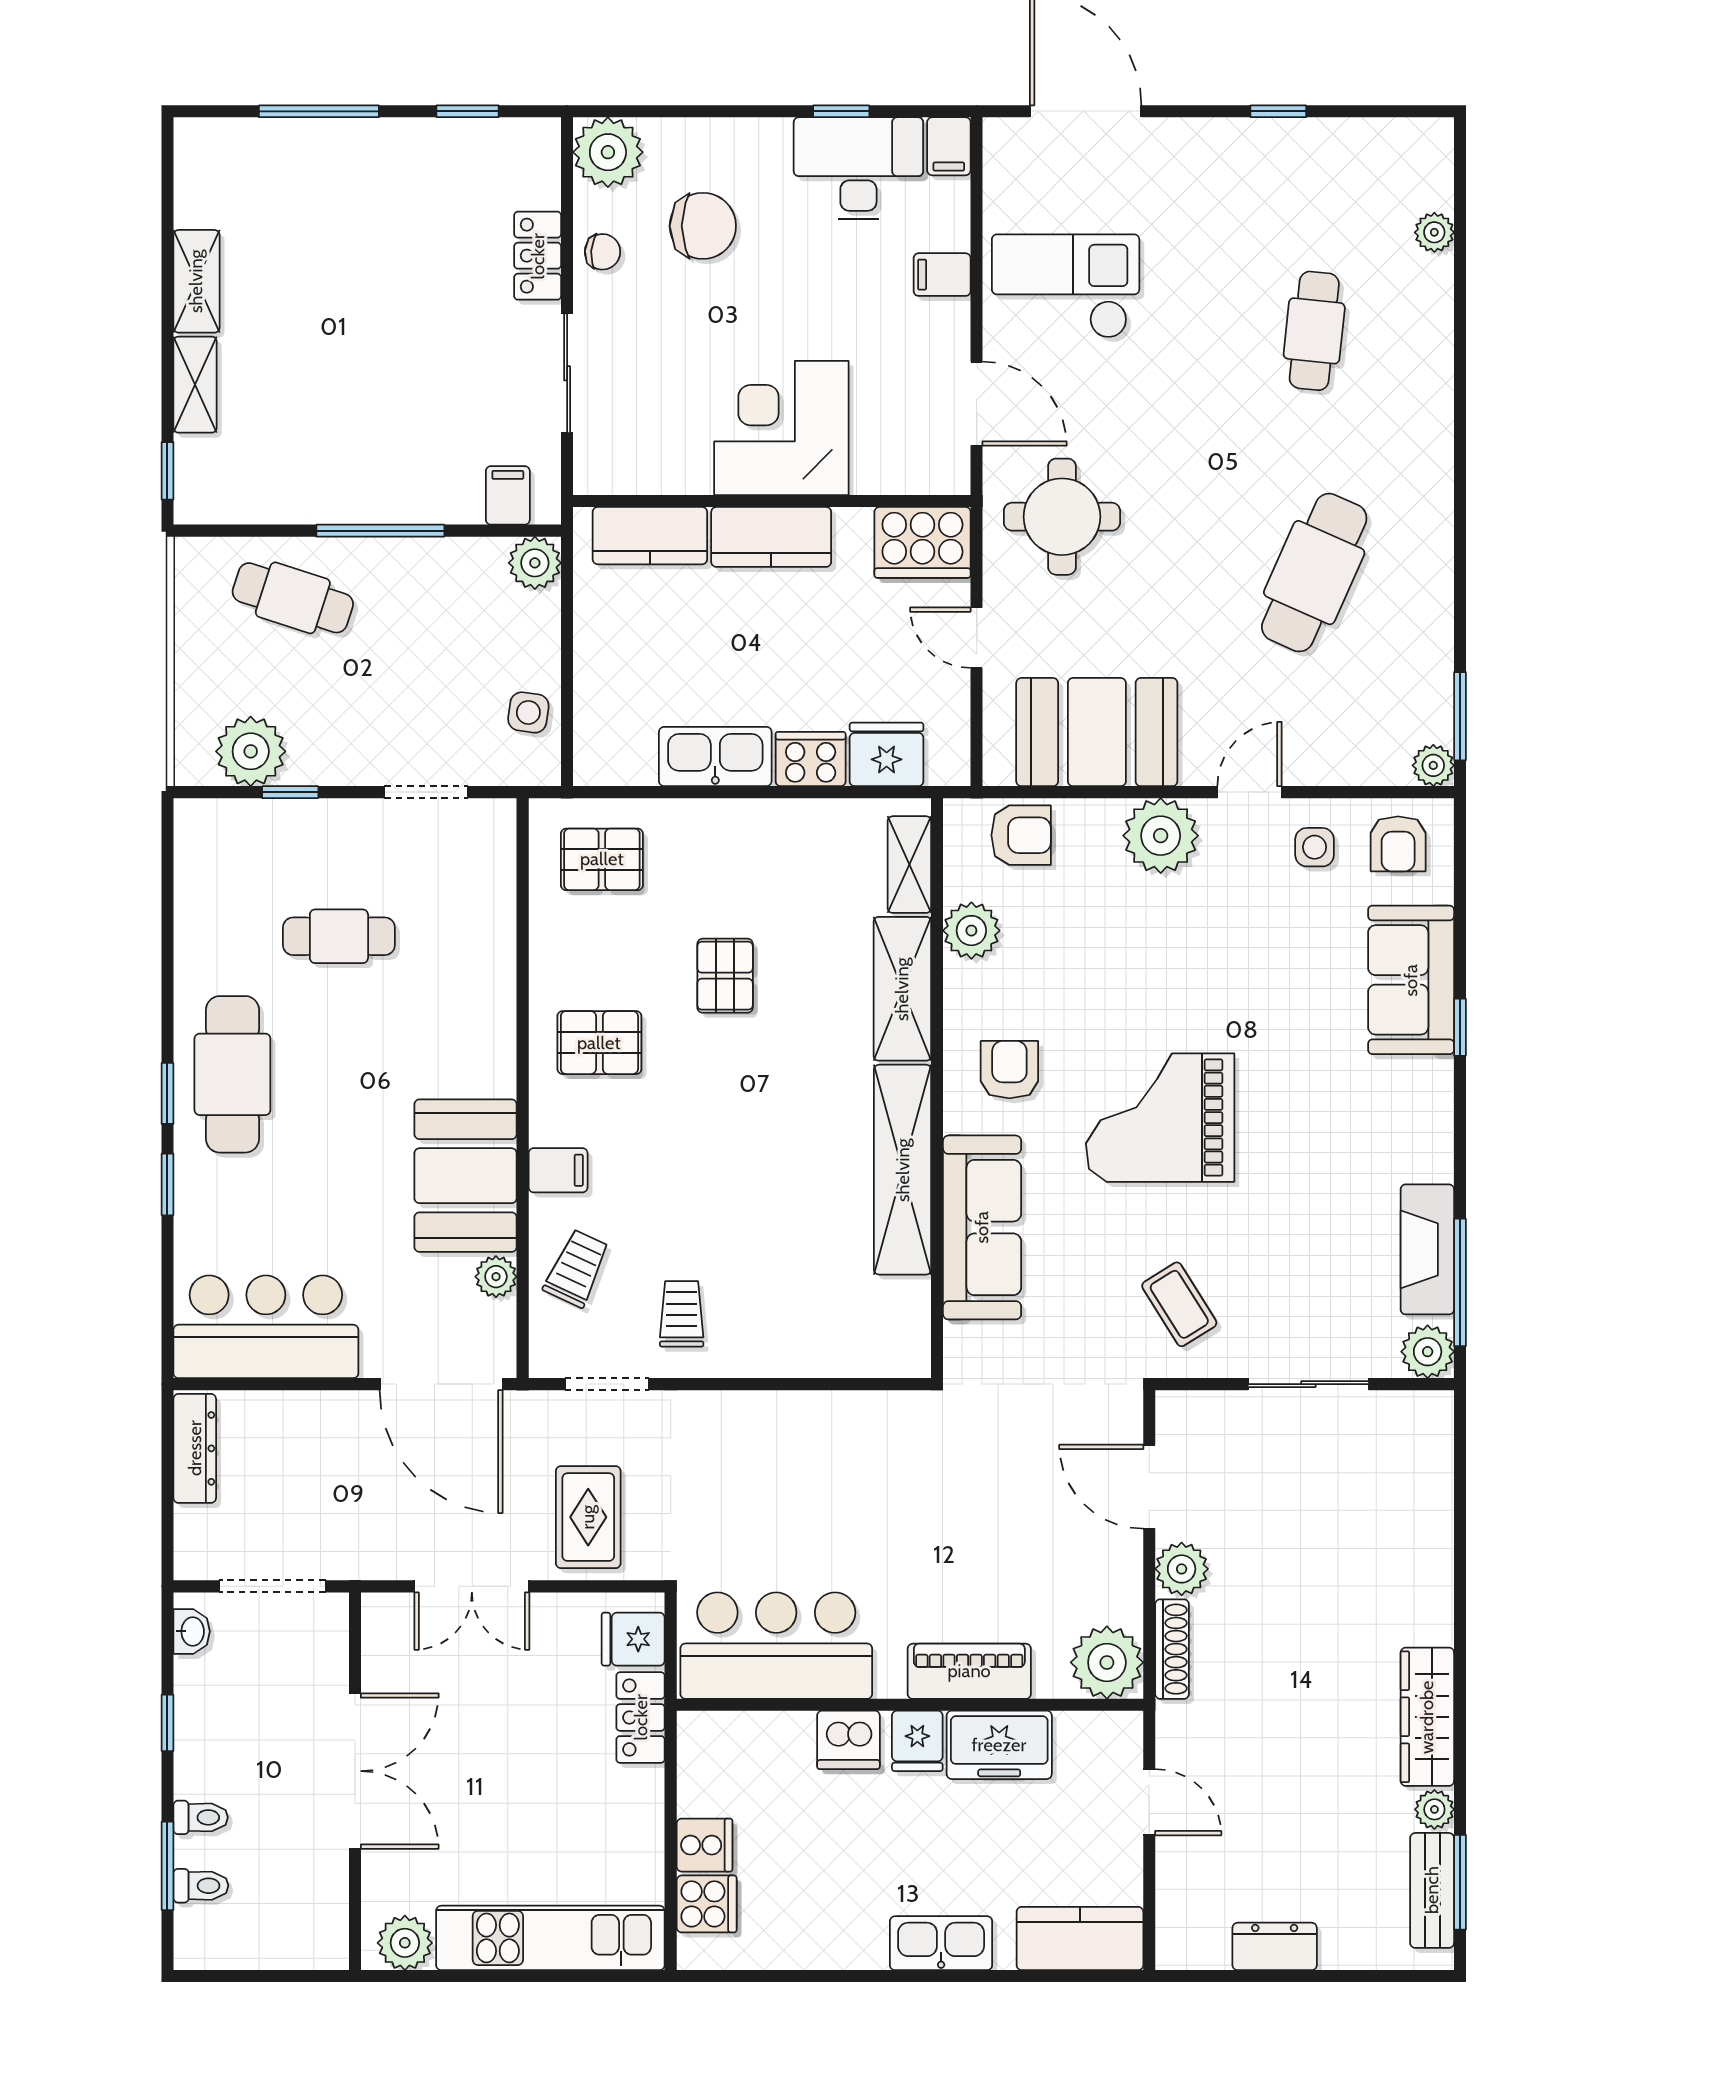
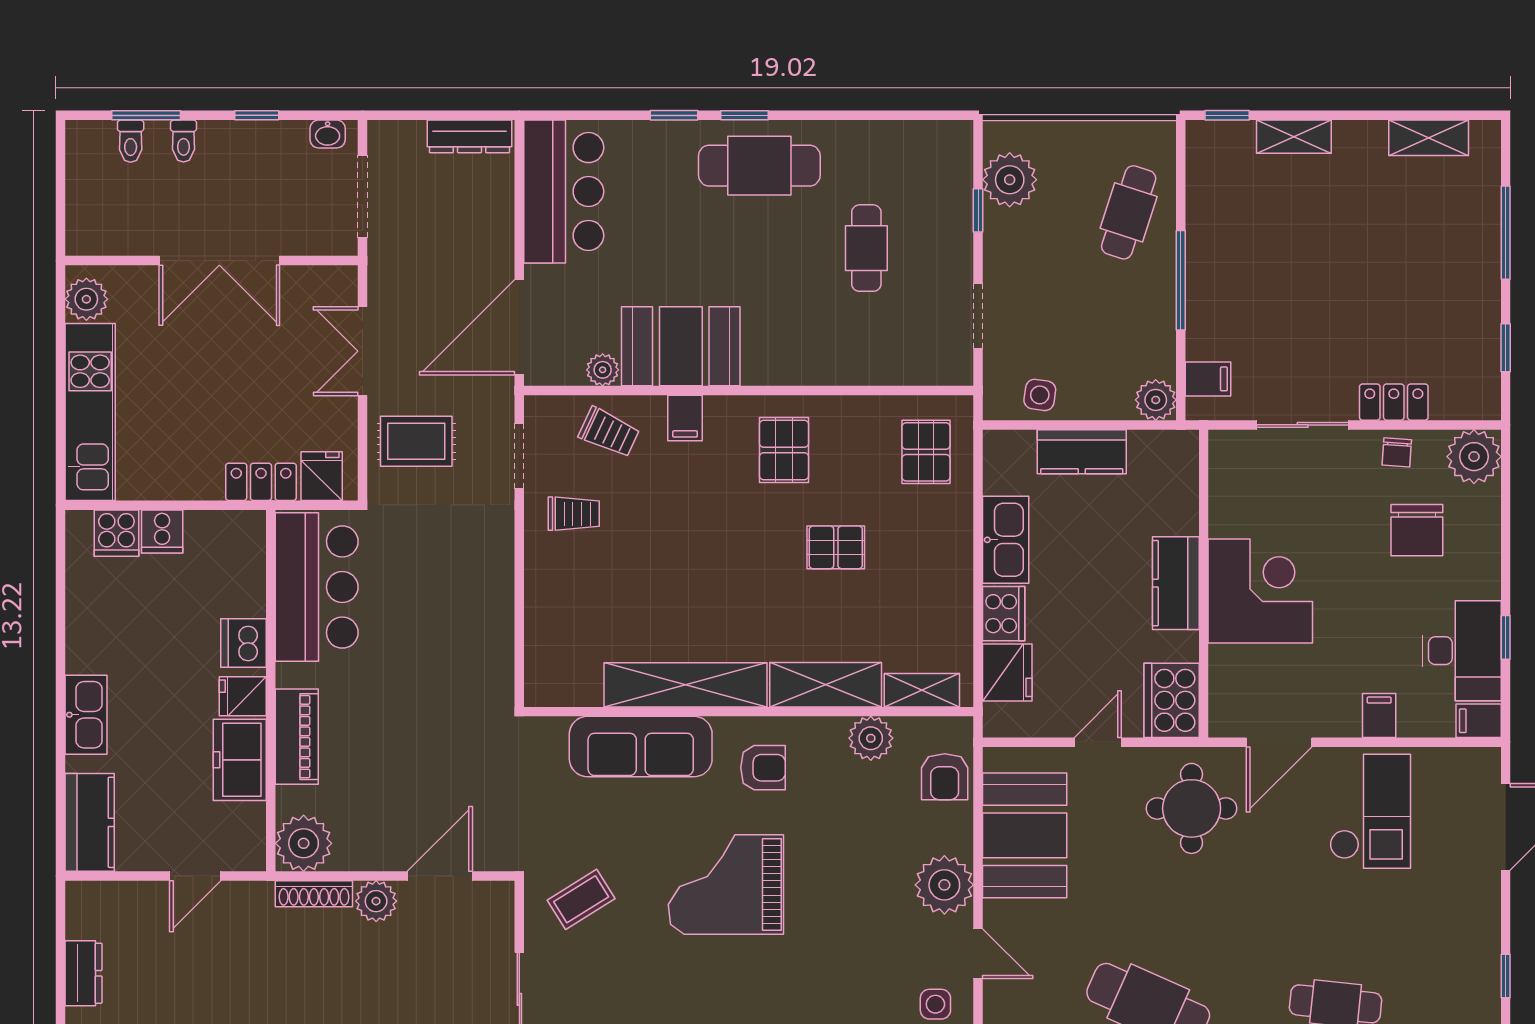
shelving: (196, 281) -> (1429, 138), moved
kitchen counter: (650, 536) -> (1082, 452), moved, turned -90
grand piano: (1160, 1118) -> (726, 884), turned -90

